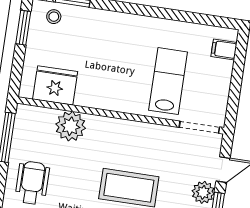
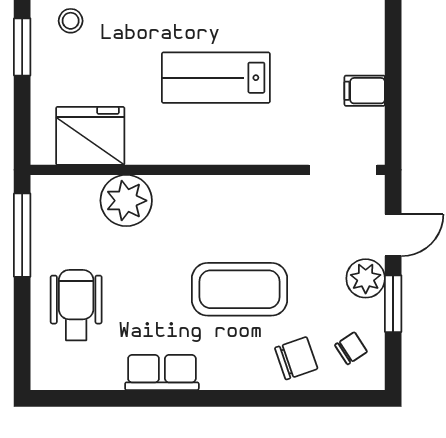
filing cabinet: (224, 49) -> (365, 91), moved
lab bench: (168, 81) -> (216, 78), moved, turned -90

